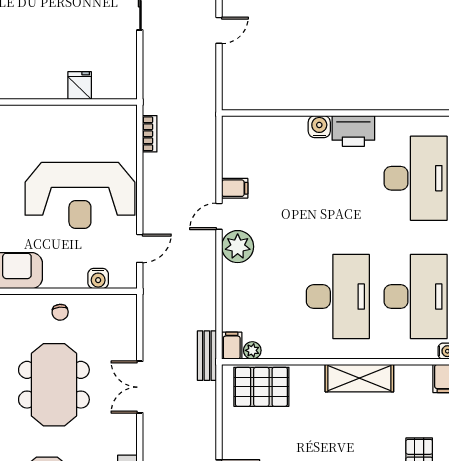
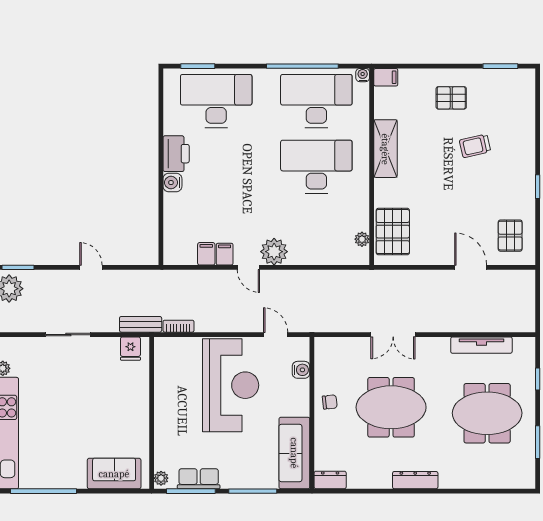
fridge: (80, 85) -> (130, 349), moved, turned -90
filing cabinet: (232, 346) -> (206, 254), moved, turned 90
bench: (207, 356) -> (141, 324), moved

